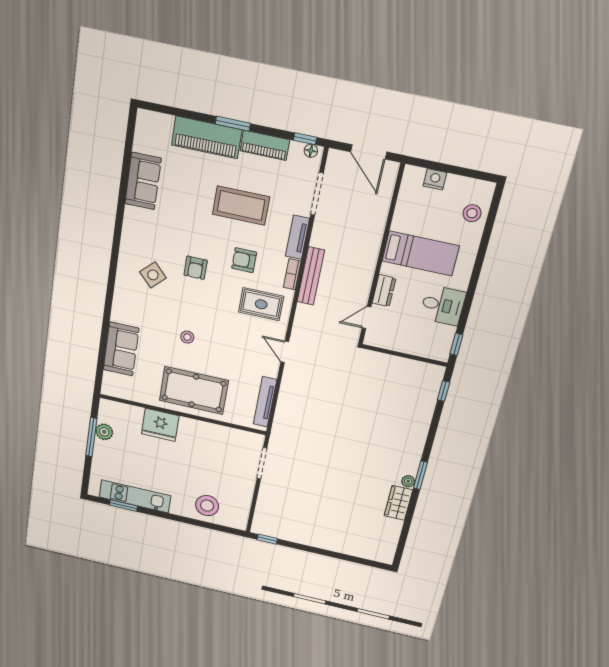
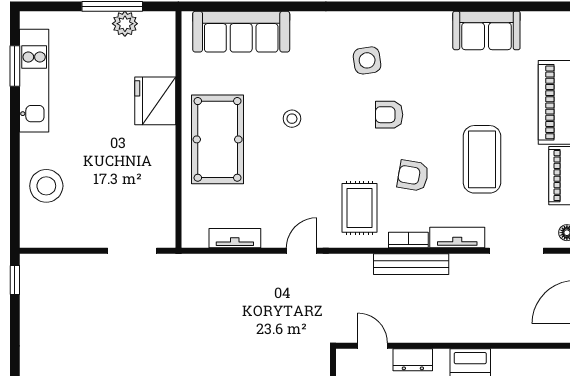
armchair: (244, 260) -> (413, 176), turned -80
side table: (153, 275) -> (367, 60), turned 36
sofa: (121, 349) -> (241, 32), width x1.36
tv unit: (265, 402) -> (235, 238), width x0.71

